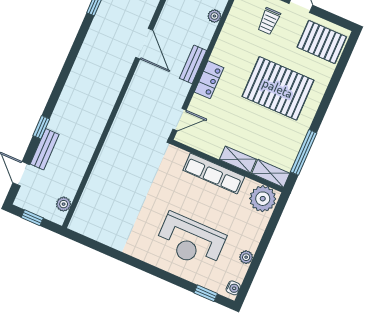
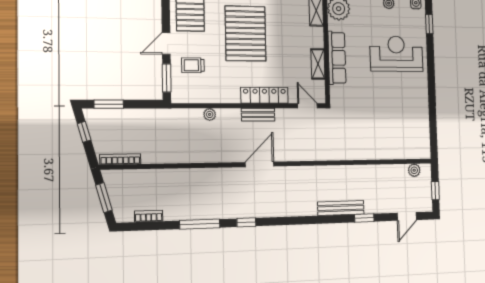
trolley: (269, 21) -> (193, 65), turned 180
locker: (209, 80) -> (265, 95), width x1.53
bench: (45, 149) -> (341, 208), moved, width x1.36
shelving: (238, 159) -> (318, 64), moved
reception desk: (191, 241) -> (396, 54), turned -90

